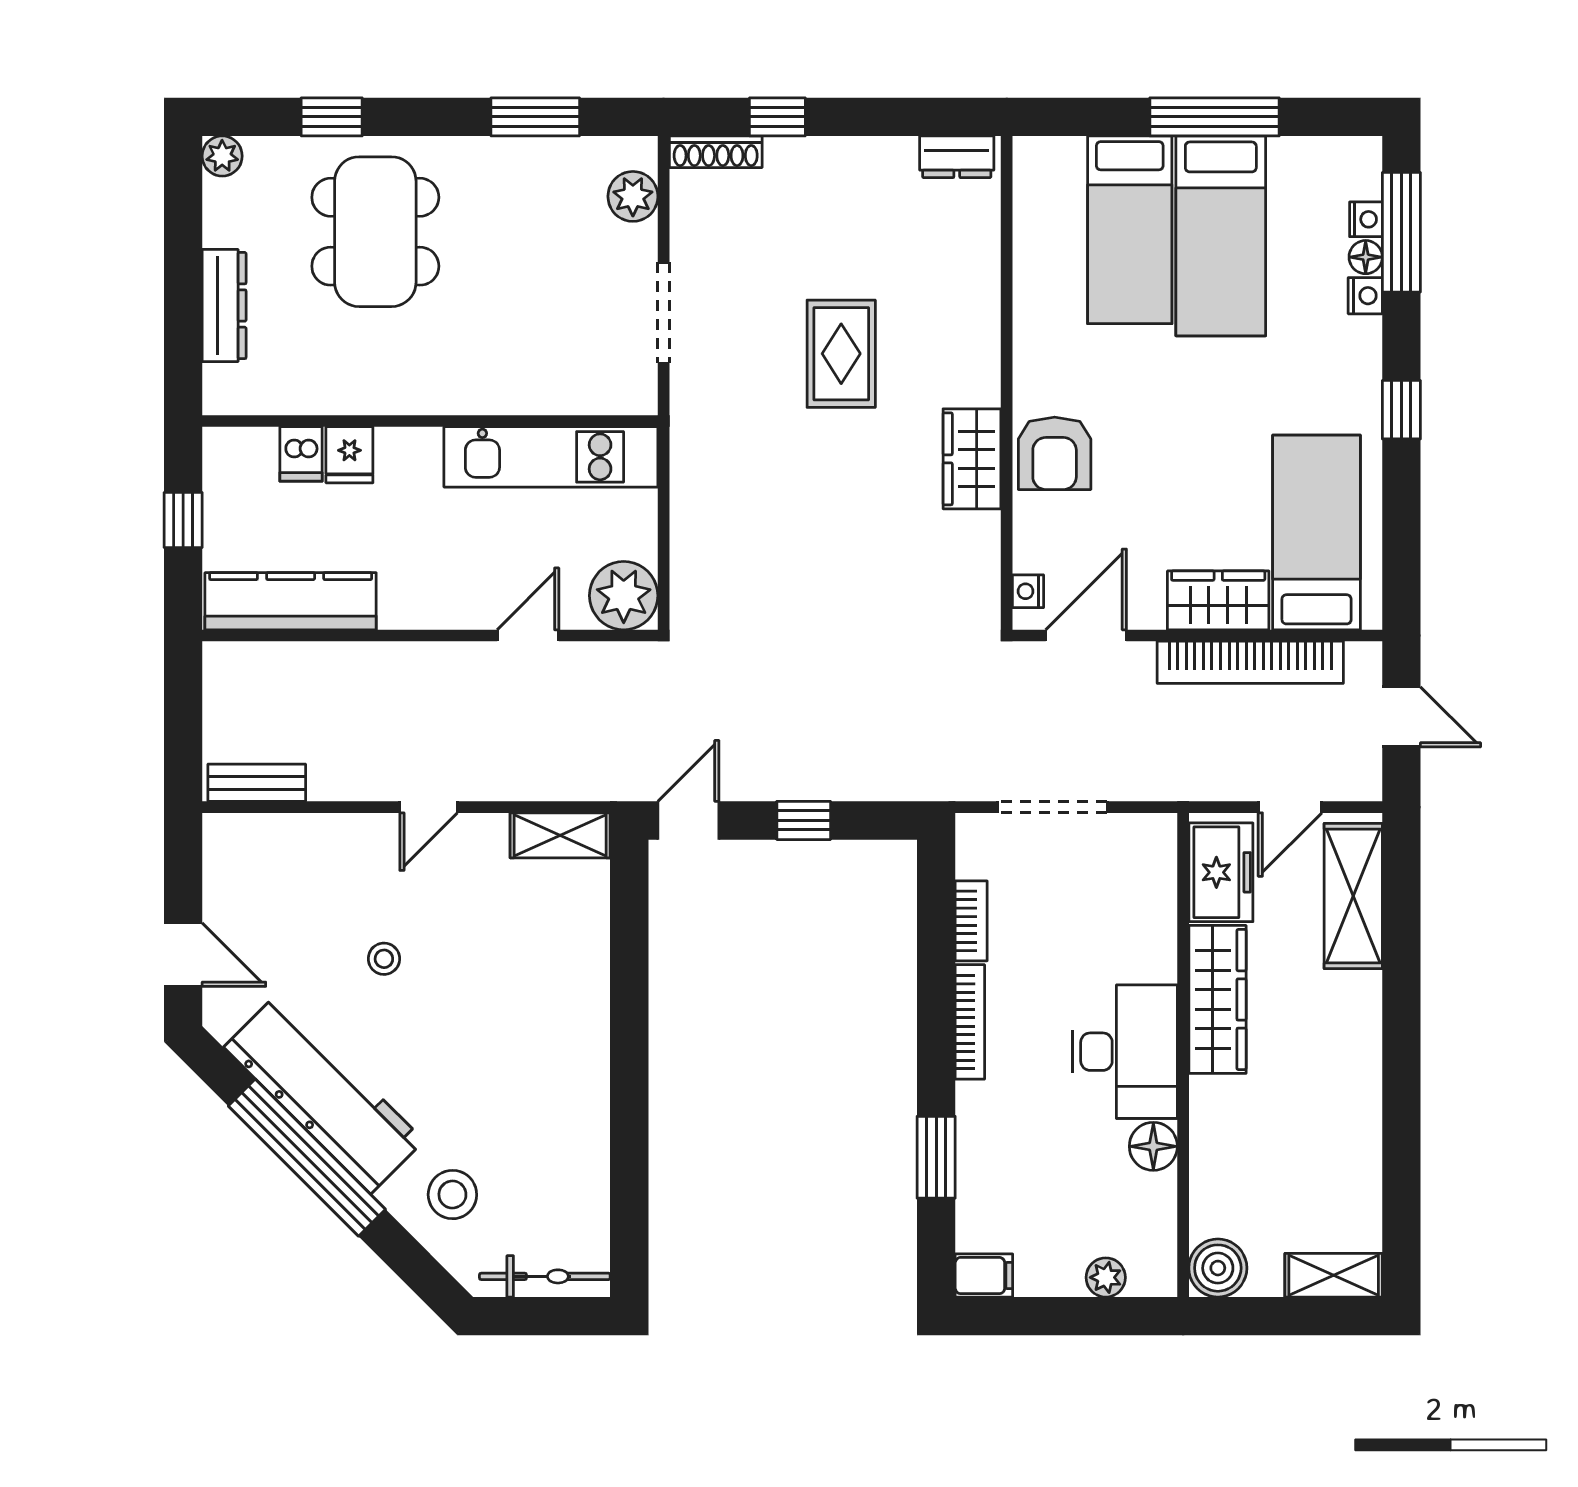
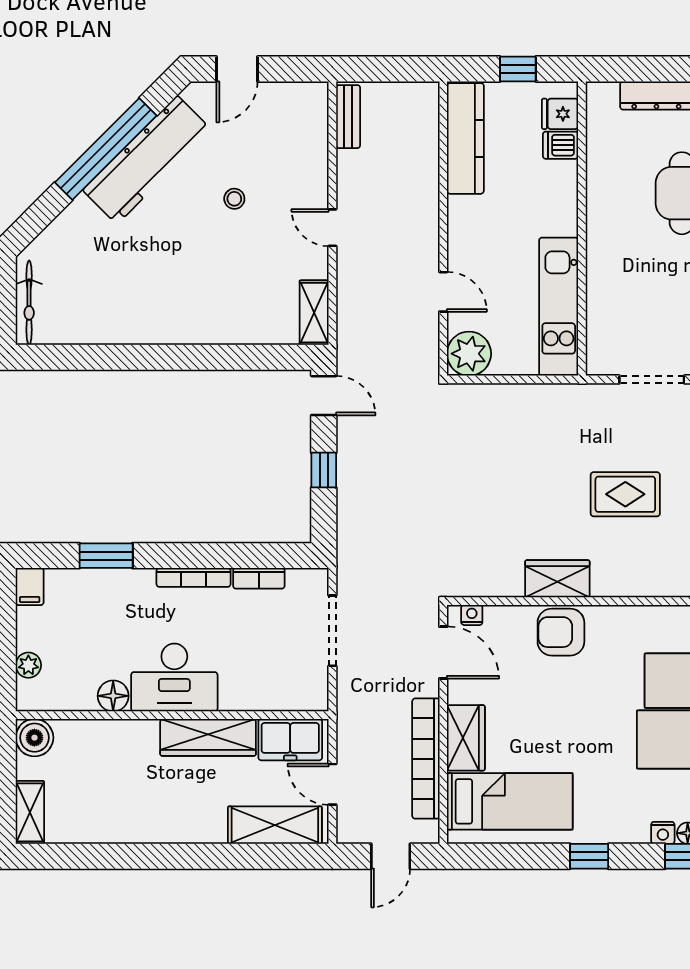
fridge: (349, 455) -> (560, 114), moved
stool: (452, 1195) -> (82, 243), removed

